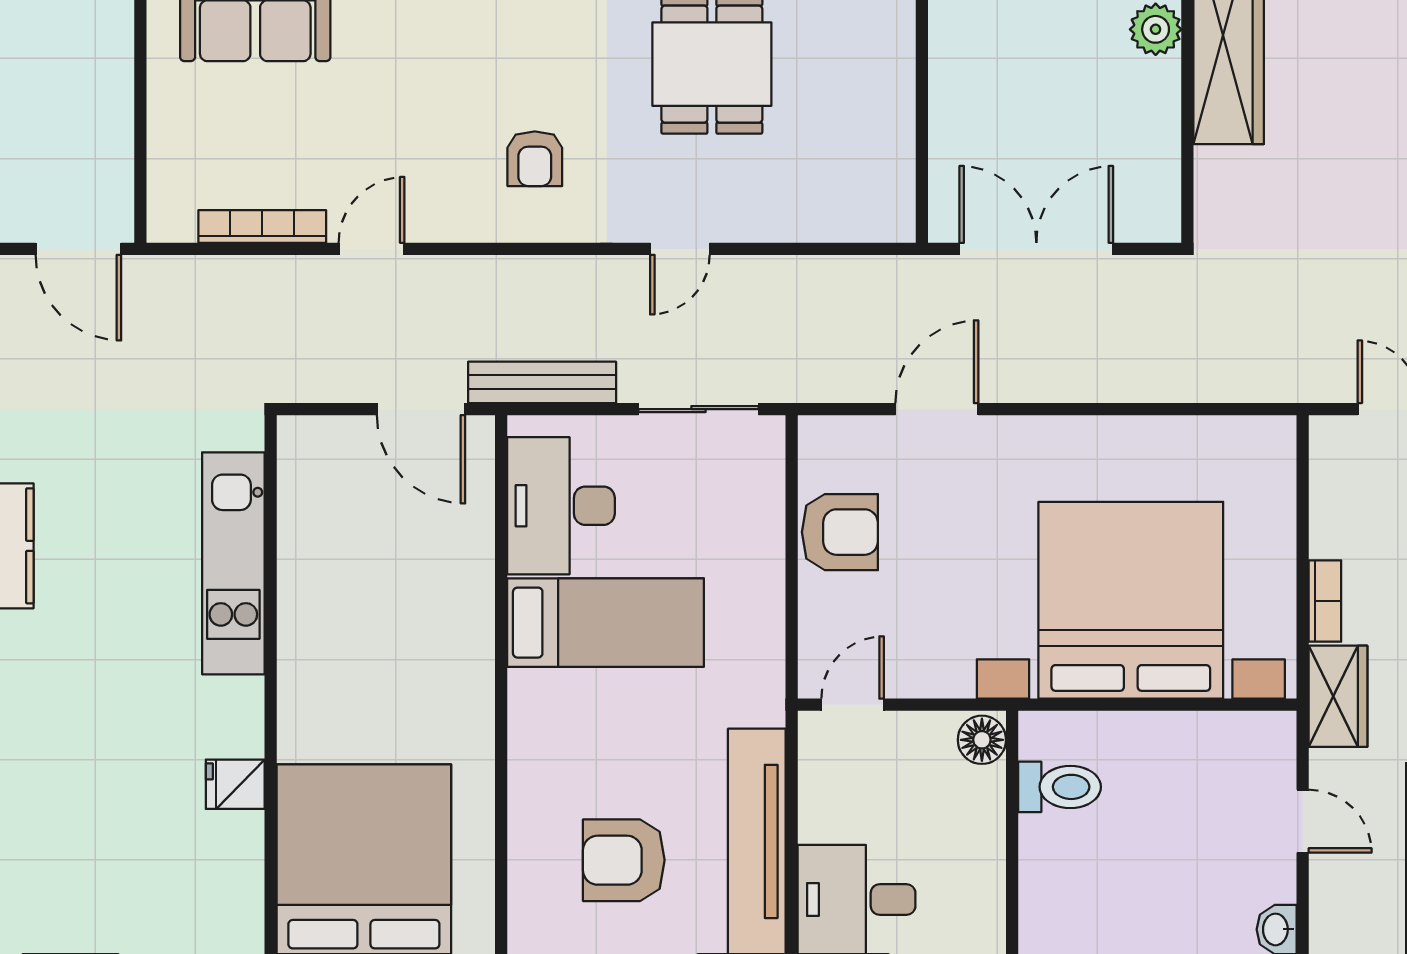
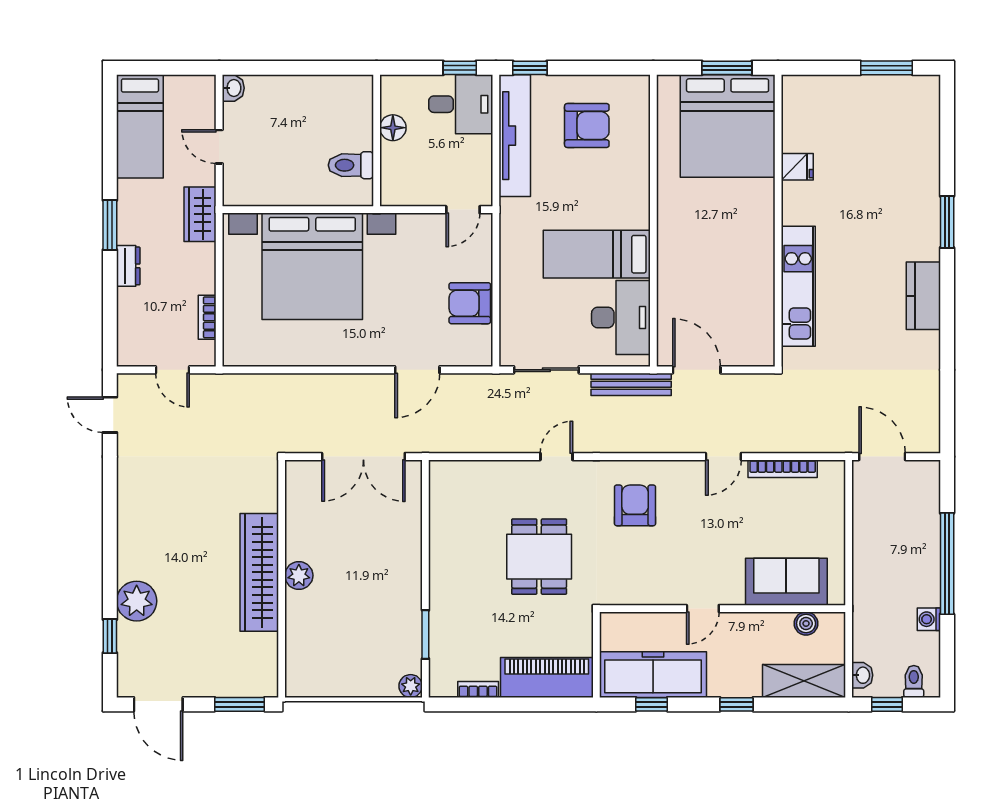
armchair: (535, 159) -> (635, 505), width x1.38, depth x1.38
bookcase: (1325, 601) -> (207, 317), moved
floor lamp: (982, 740) -> (393, 128), moved

